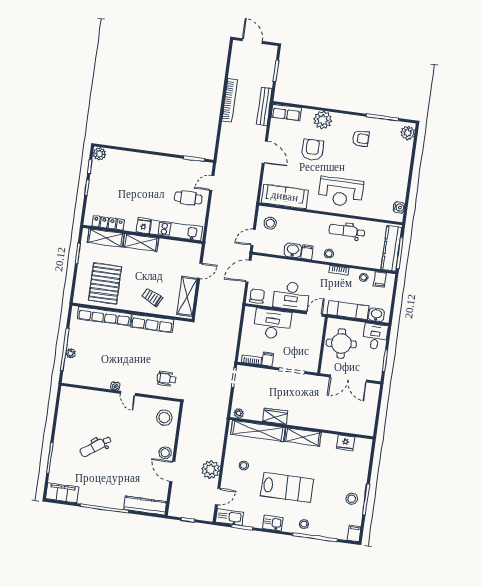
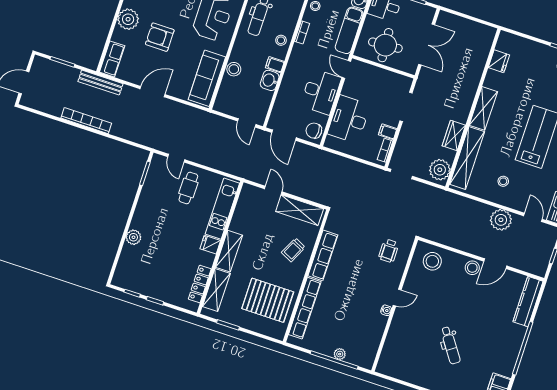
plant: (100, 154) -> (133, 237), moved
stool: (270, 223) -> (234, 69), moved
plant: (239, 413) -> (440, 170), width x1.87, depth x1.87

